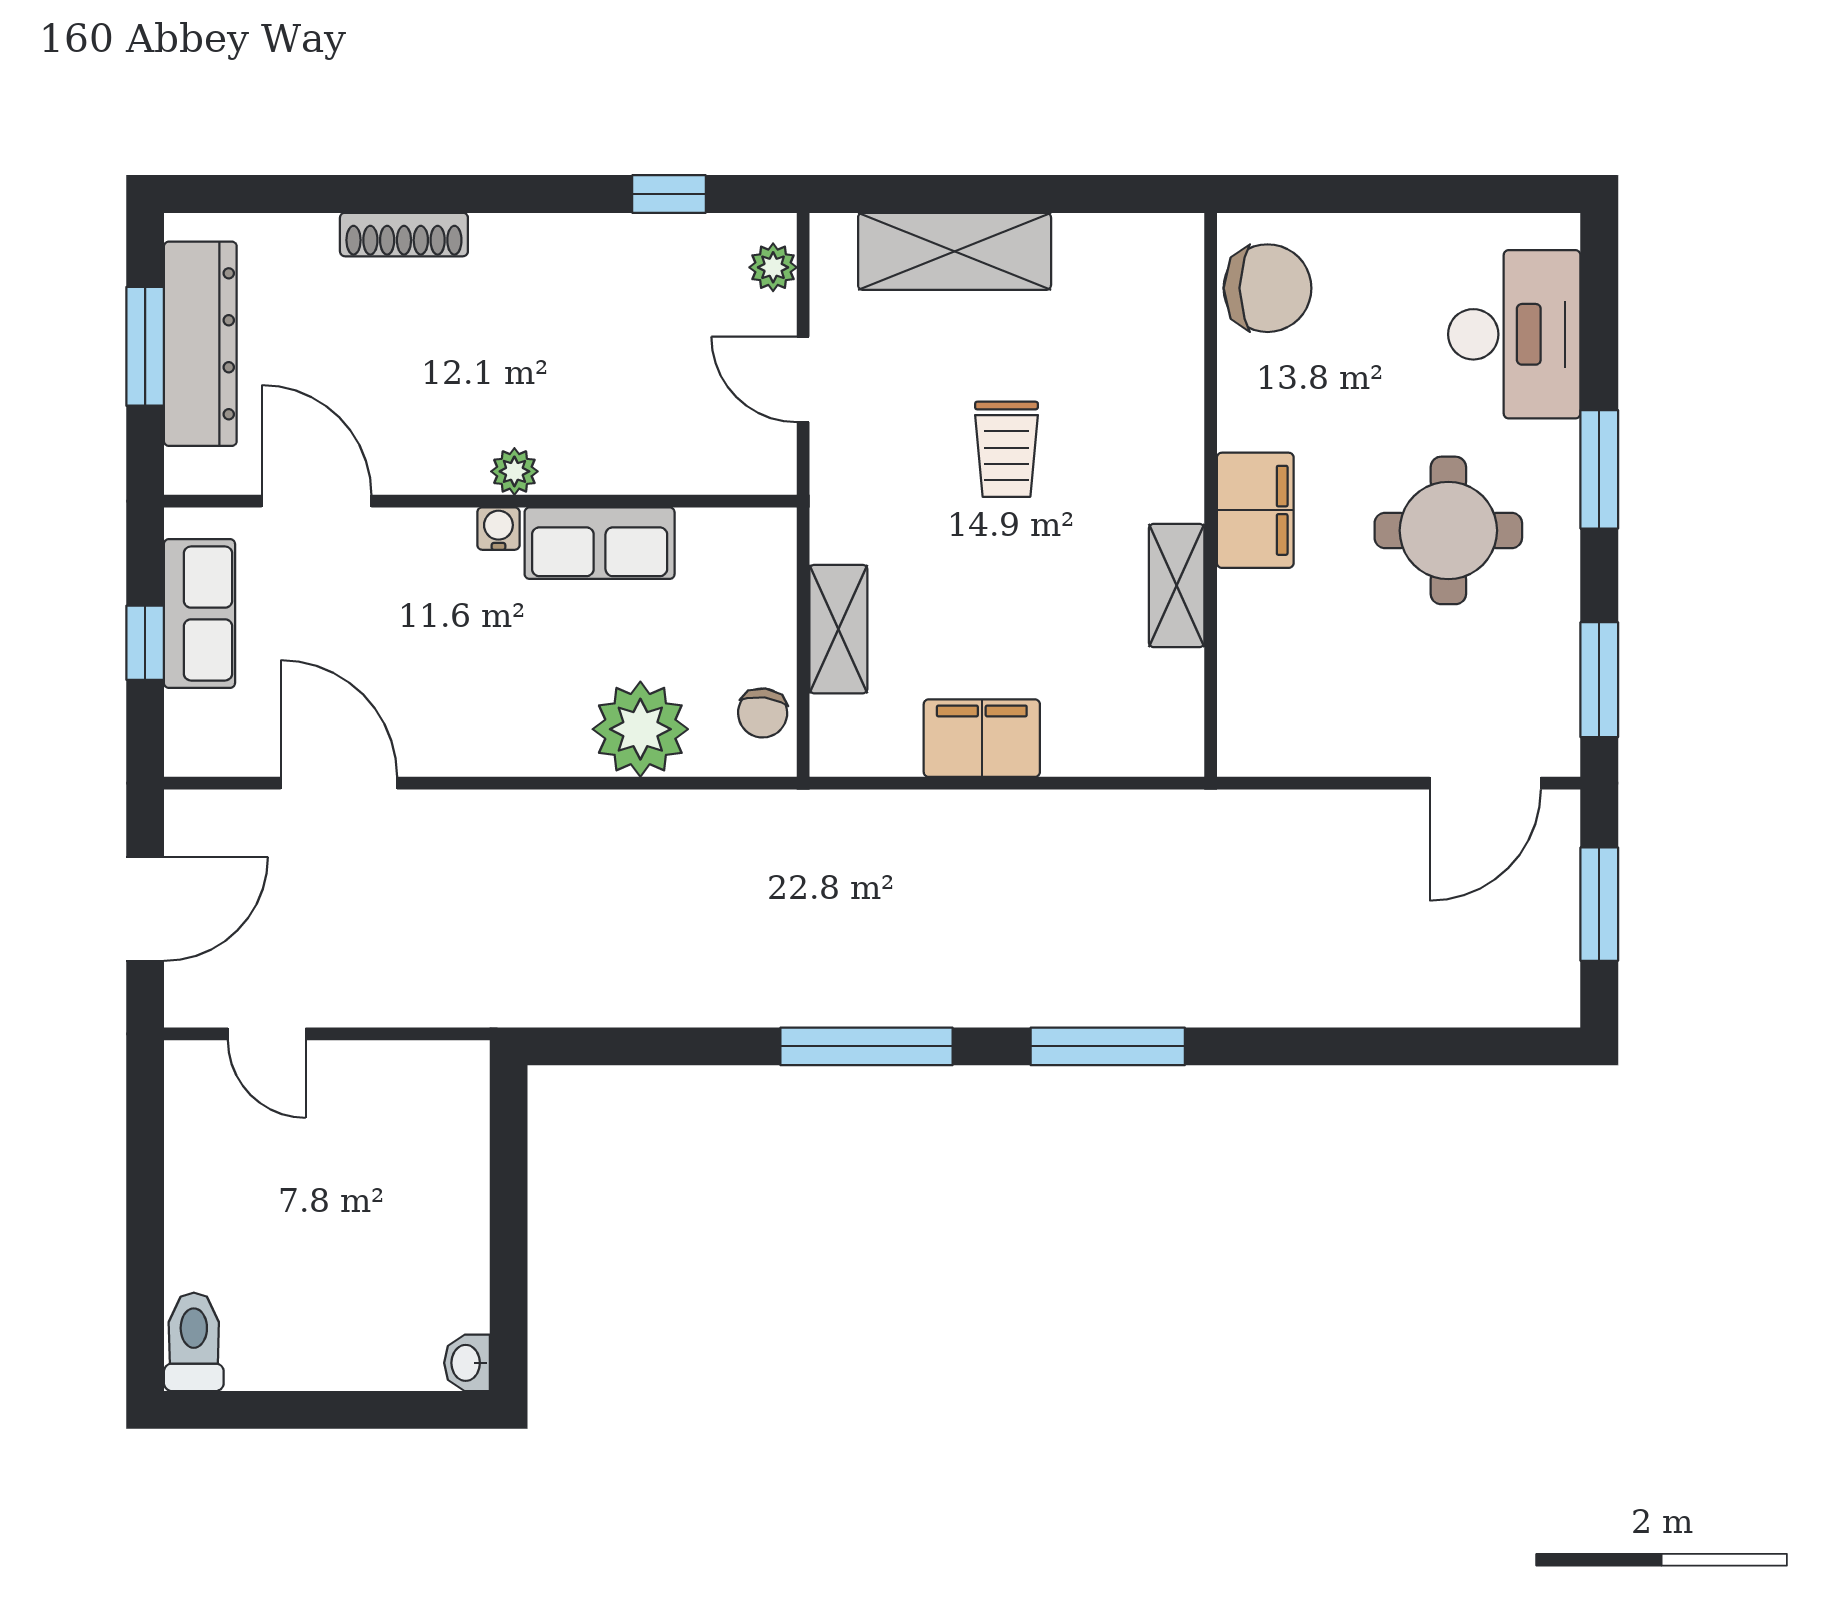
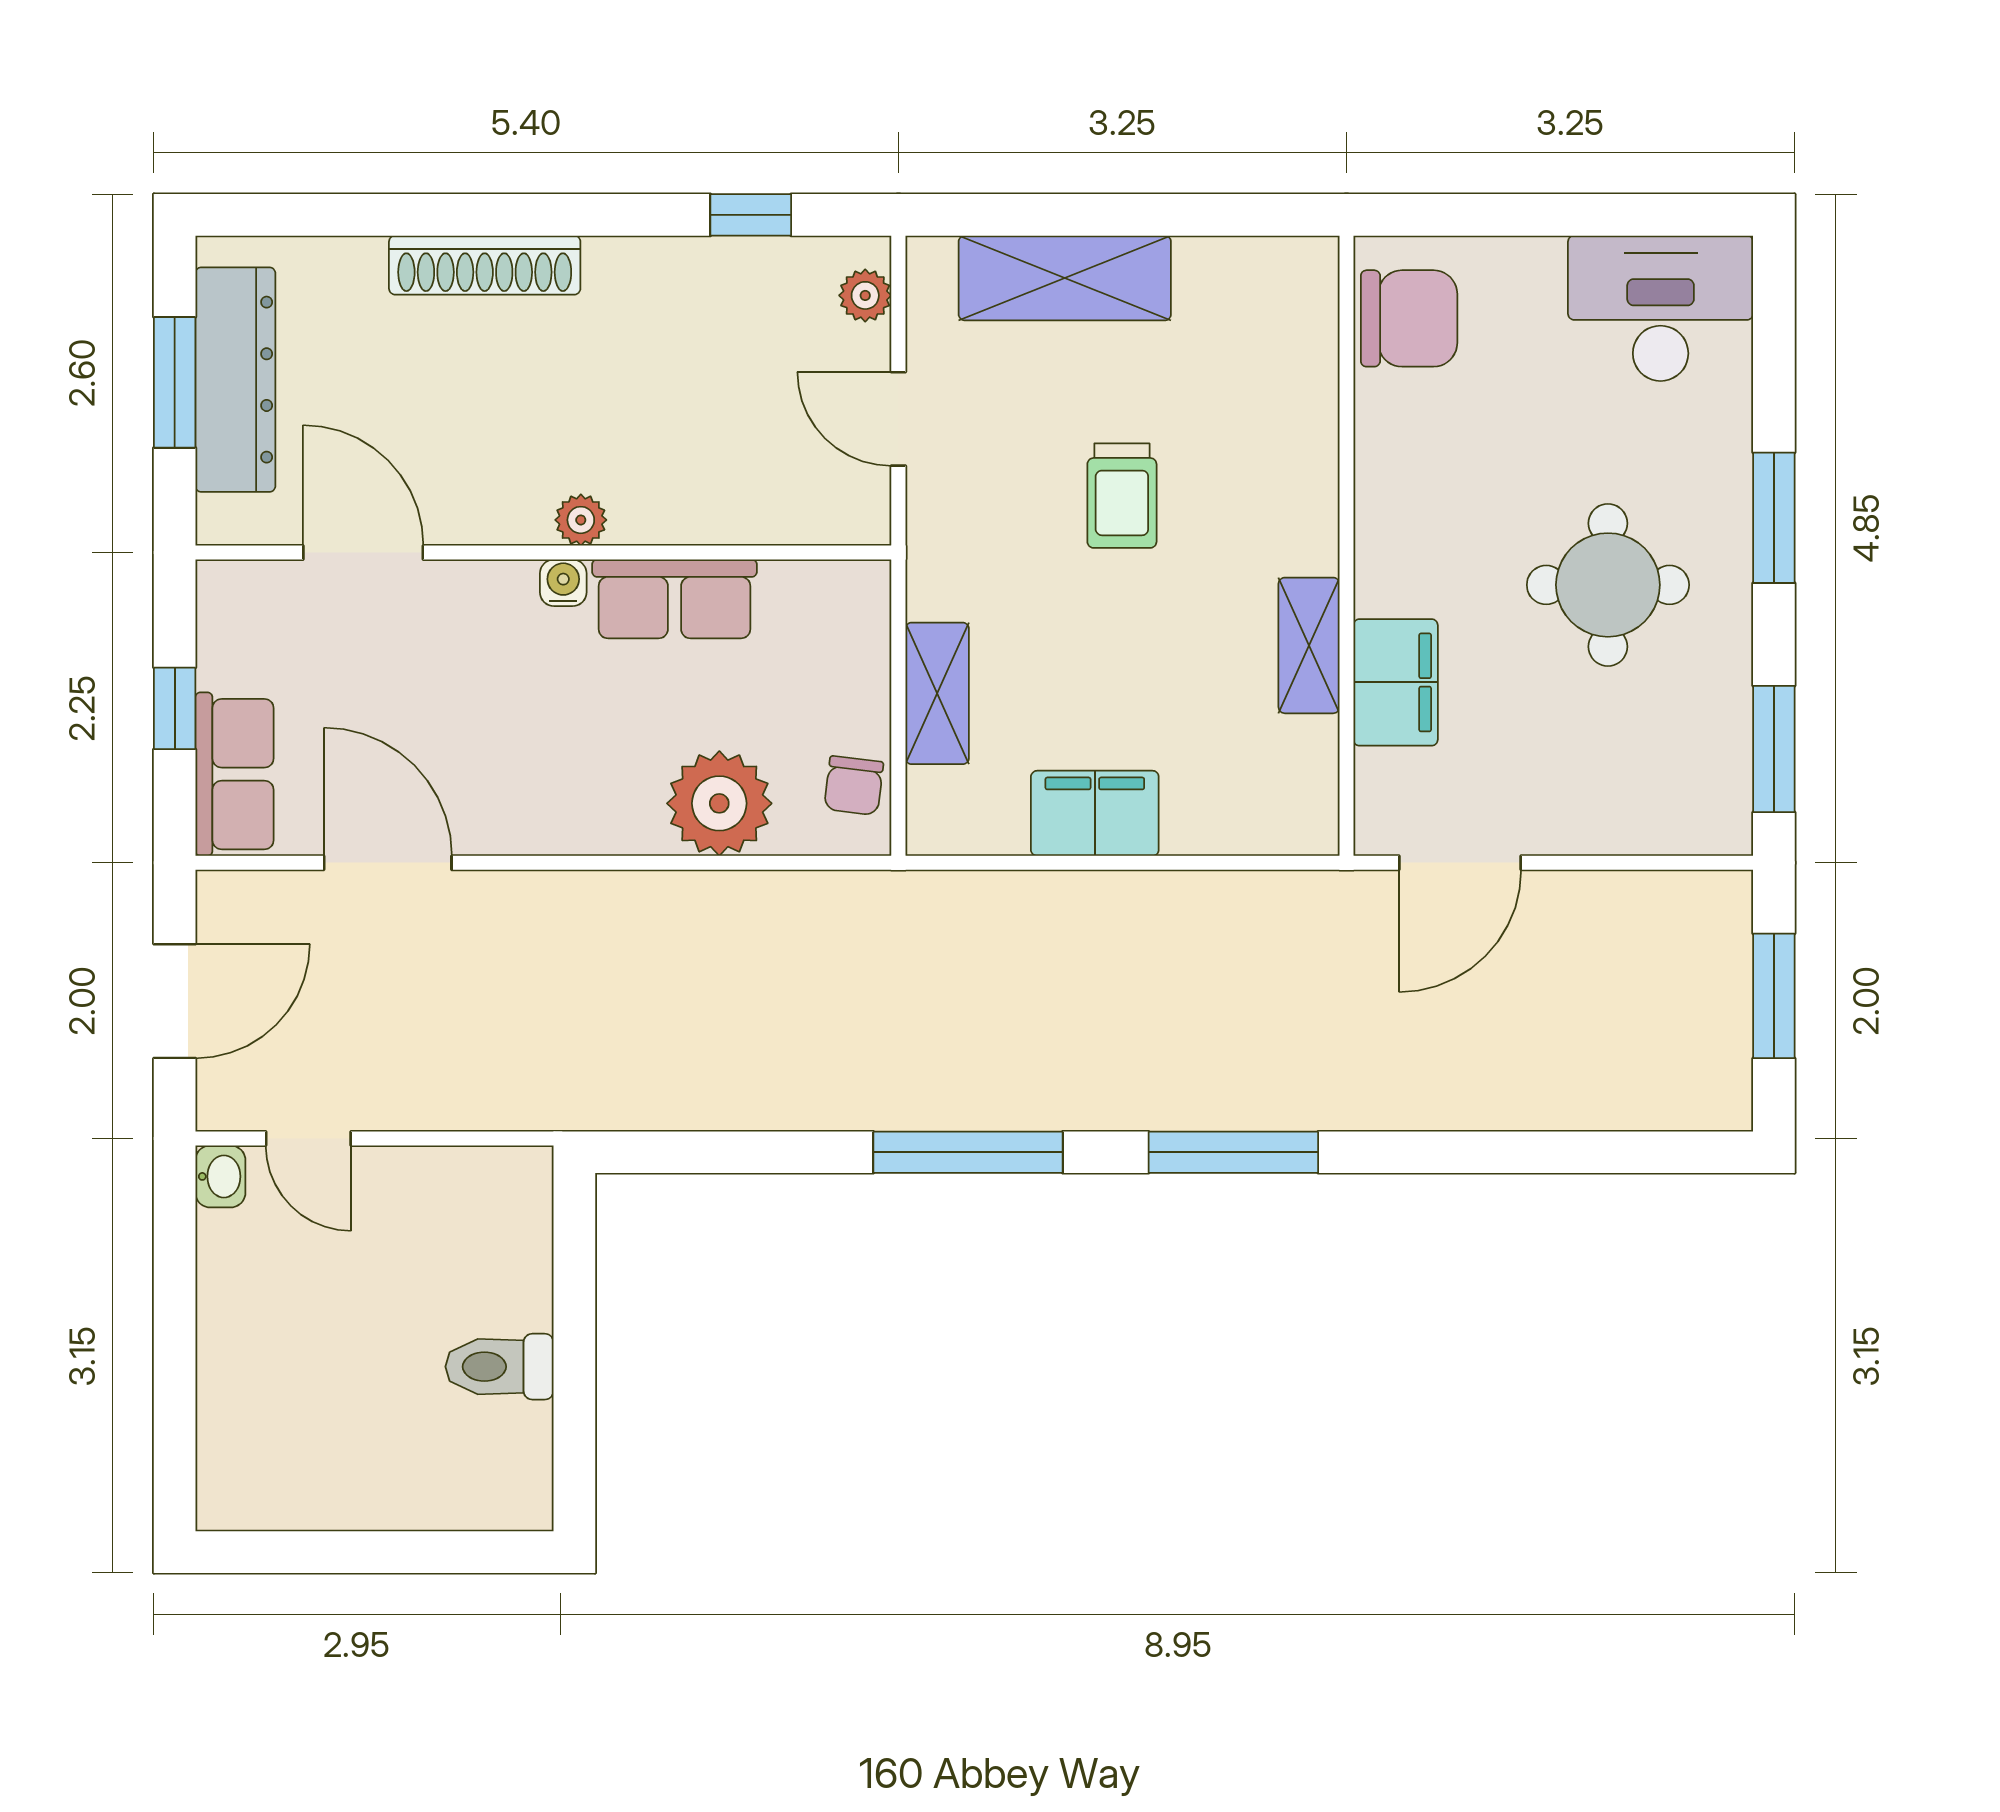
shoe rack: (404, 235) -> (485, 265), width x1.36, depth x1.24
desk: (1514, 334) -> (1661, 308), moved, turned -90
filing cabinet: (1255, 510) -> (1396, 682), moved
row of seats: (199, 613) -> (234, 774), moved
door: (1485, 783) -> (1460, 863), moved
toilet: (194, 1342) -> (500, 1367), moved, turned -90
washbasin: (467, 1363) -> (220, 1176), moved, turned 180

